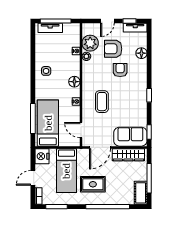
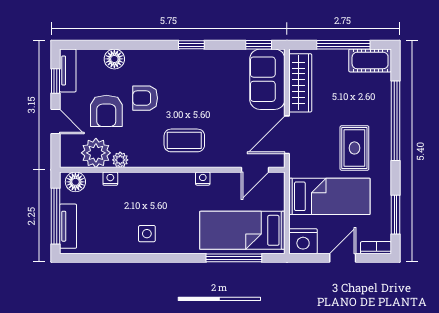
floor lamp: (74, 82) -> (75, 182), moved
coffee table: (102, 102) -> (184, 140), moved
door: (100, 147) -> (287, 135), swing flipped
door: (33, 178) -> (343, 258), swing flipped

